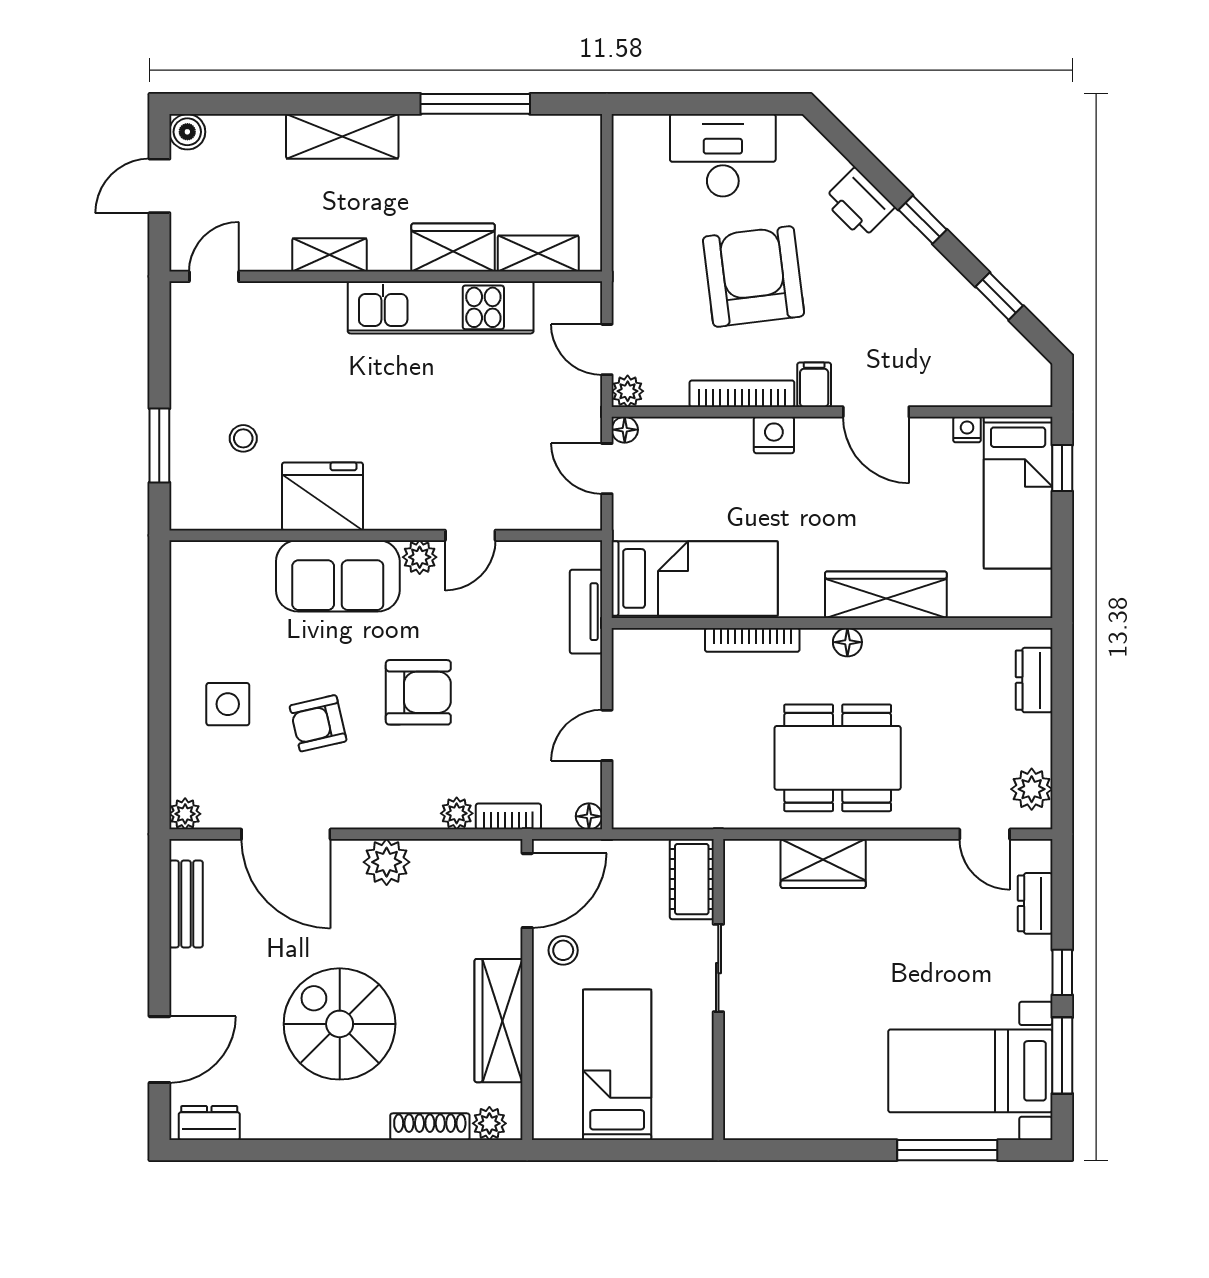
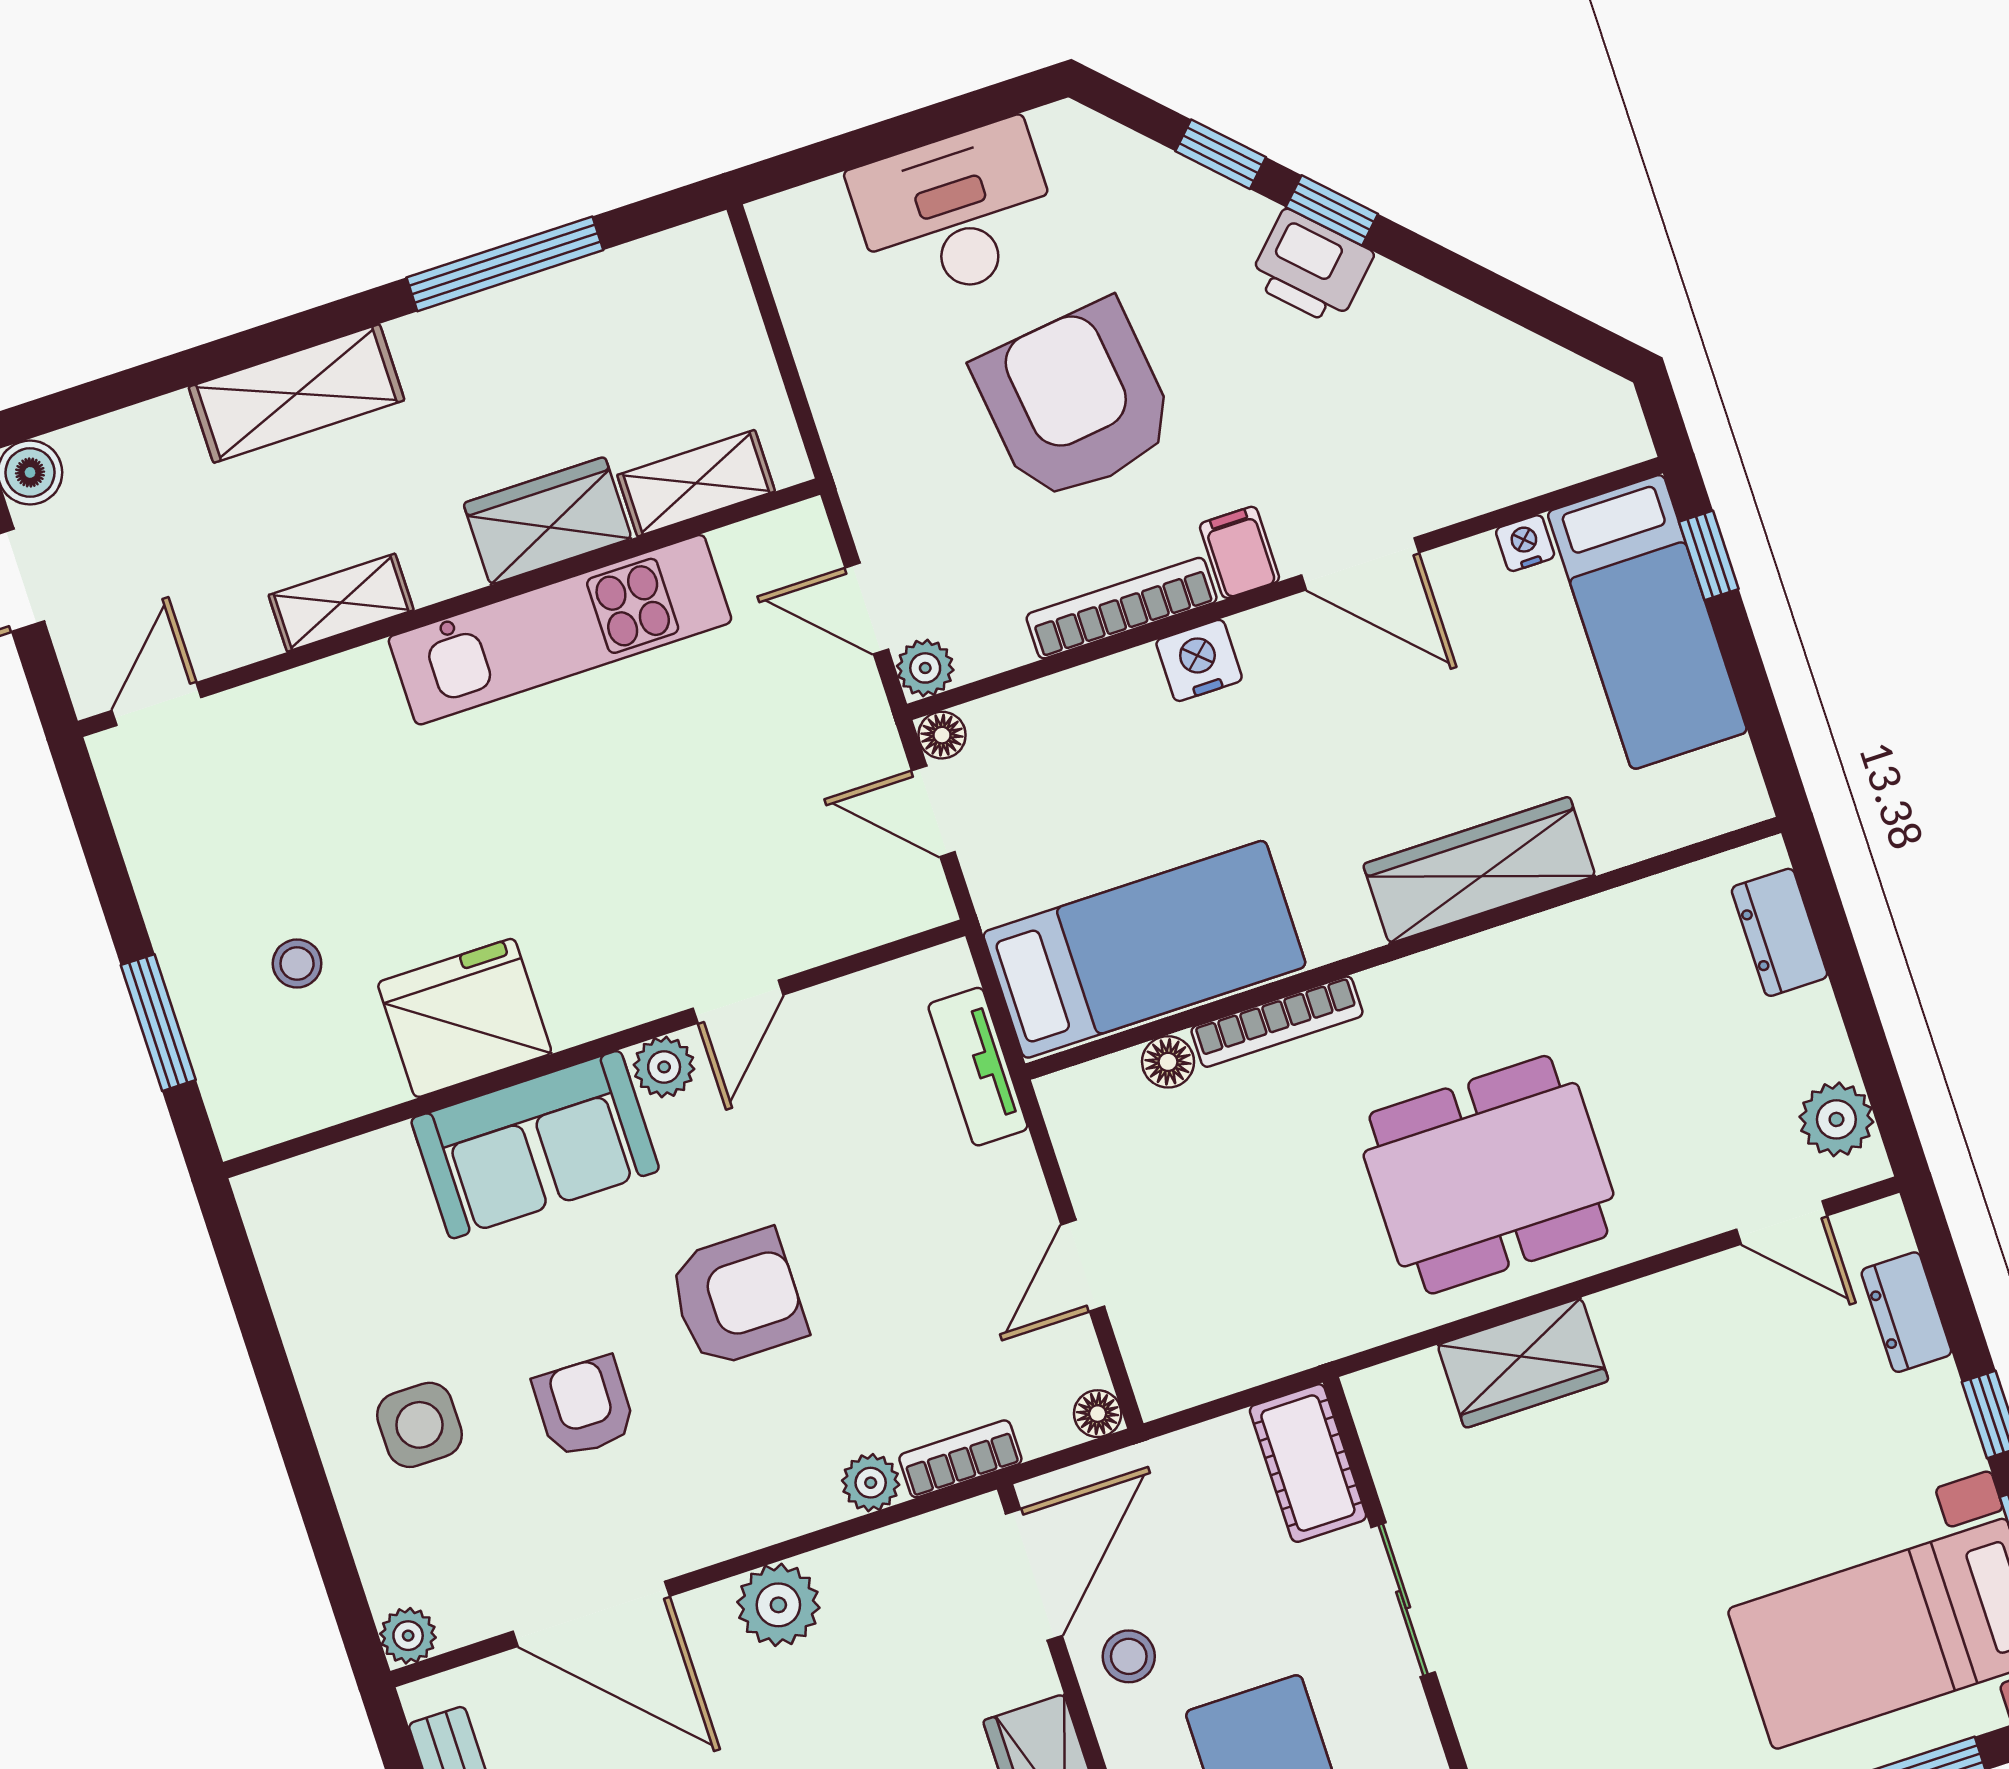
printer: (859, 203) -> (1311, 267), moved
window: (999, 296) -> (1221, 154), moved
floor lamp: (847, 642) -> (1168, 1062), moved
armchair: (318, 723) -> (584, 1407), turned 104

